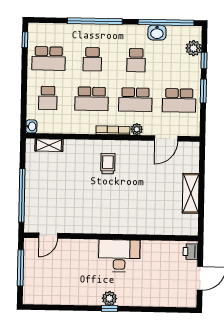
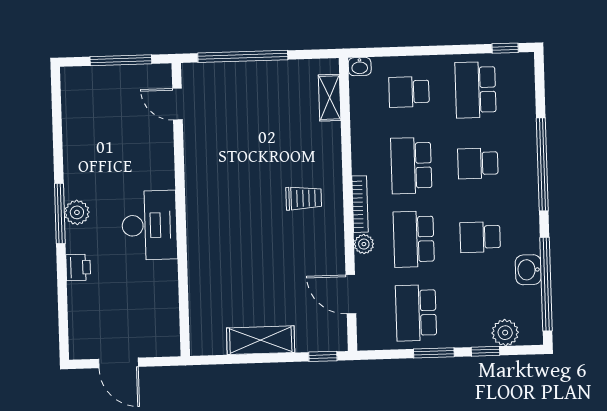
window: (202, 157) -> (323, 356), added
printer: (190, 252) -> (78, 267), moved, turned 90
window: (110, 309) -> (60, 214), width x2.17

